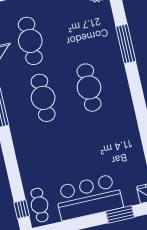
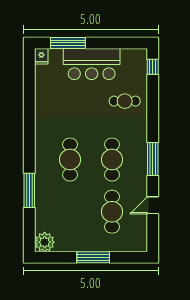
cafe table: (40, 205) -> (125, 101), moved, turned 90
window: (120, 214) -> (68, 43), width x1.44

